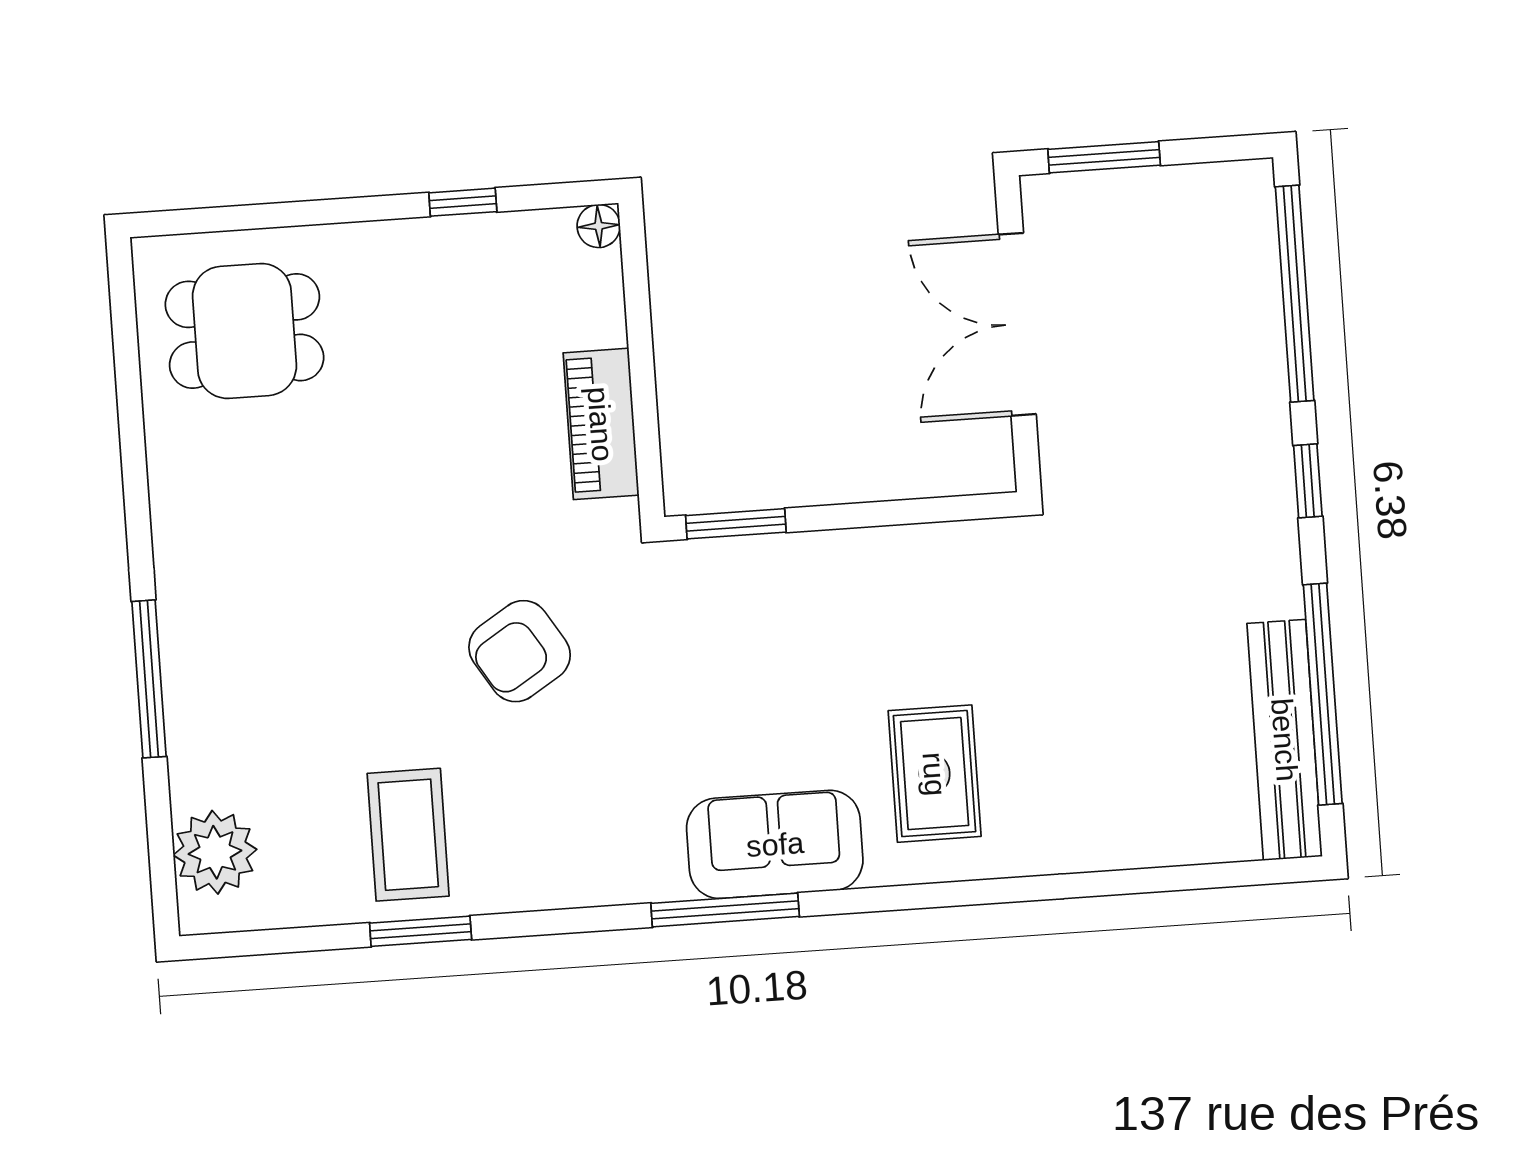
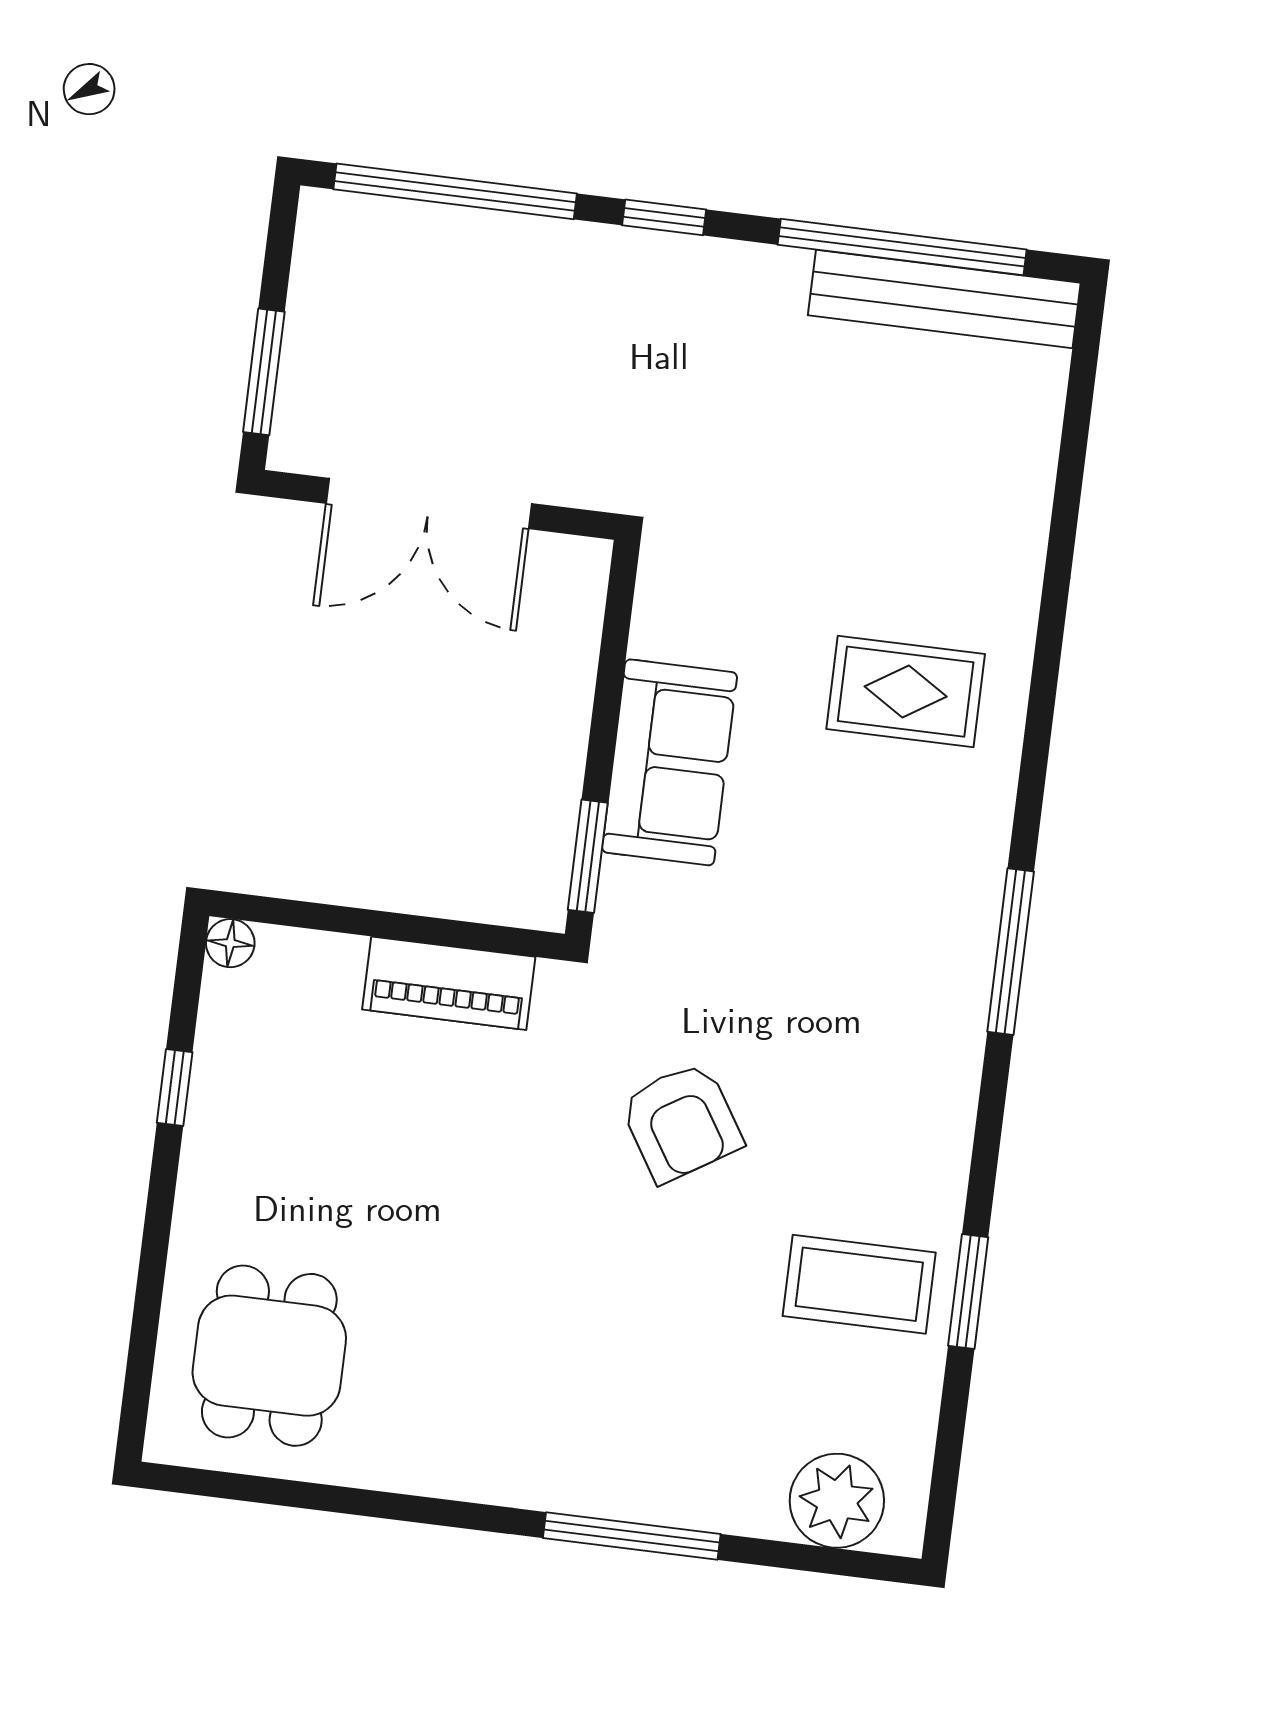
sofa: (775, 844) -> (669, 762), moved, turned 180

